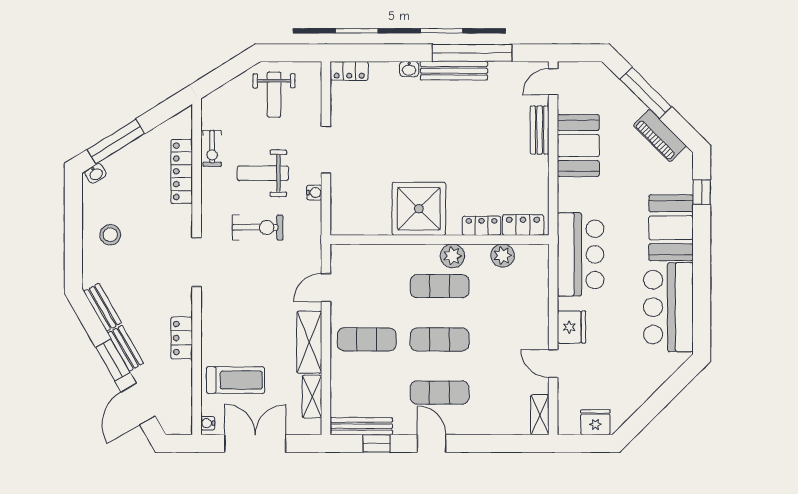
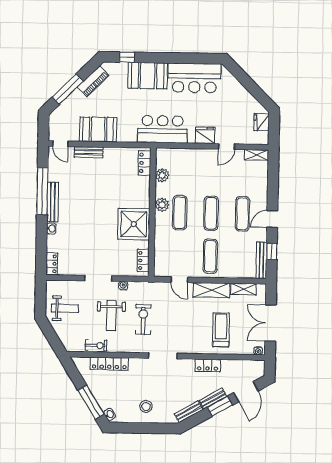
locker: (482, 226) -> (143, 260), moved
treadmill: (236, 380) -> (221, 330), moved
door: (138, 404) -> (246, 392), hinge flipped

